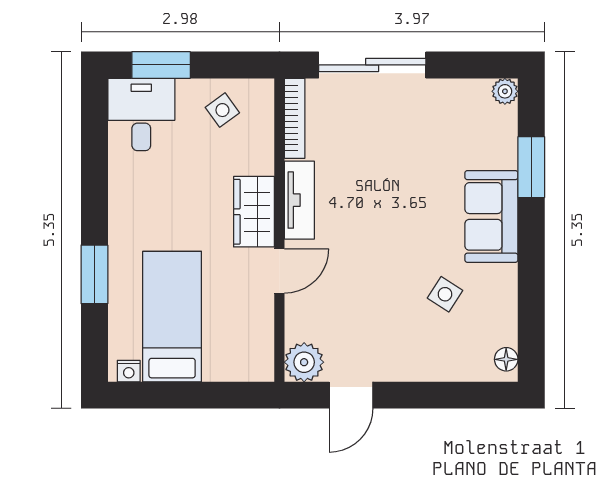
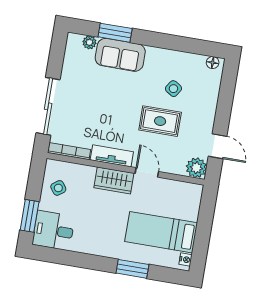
plant: (505, 91) -> (89, 42), moved
sofa: (491, 216) -> (120, 55), moved
rug: (380, 279) -> (160, 121), added

